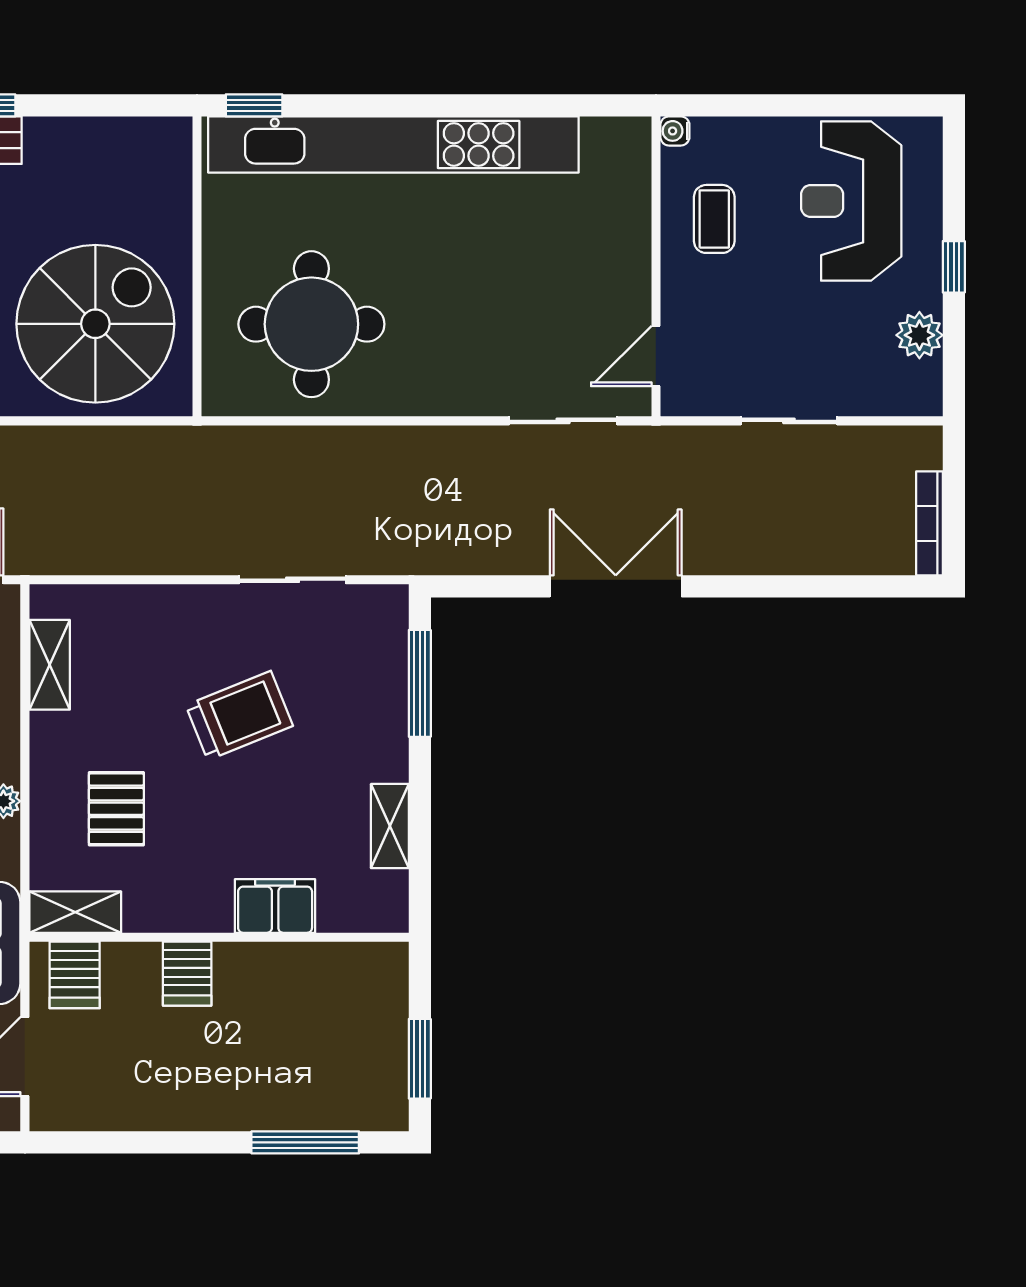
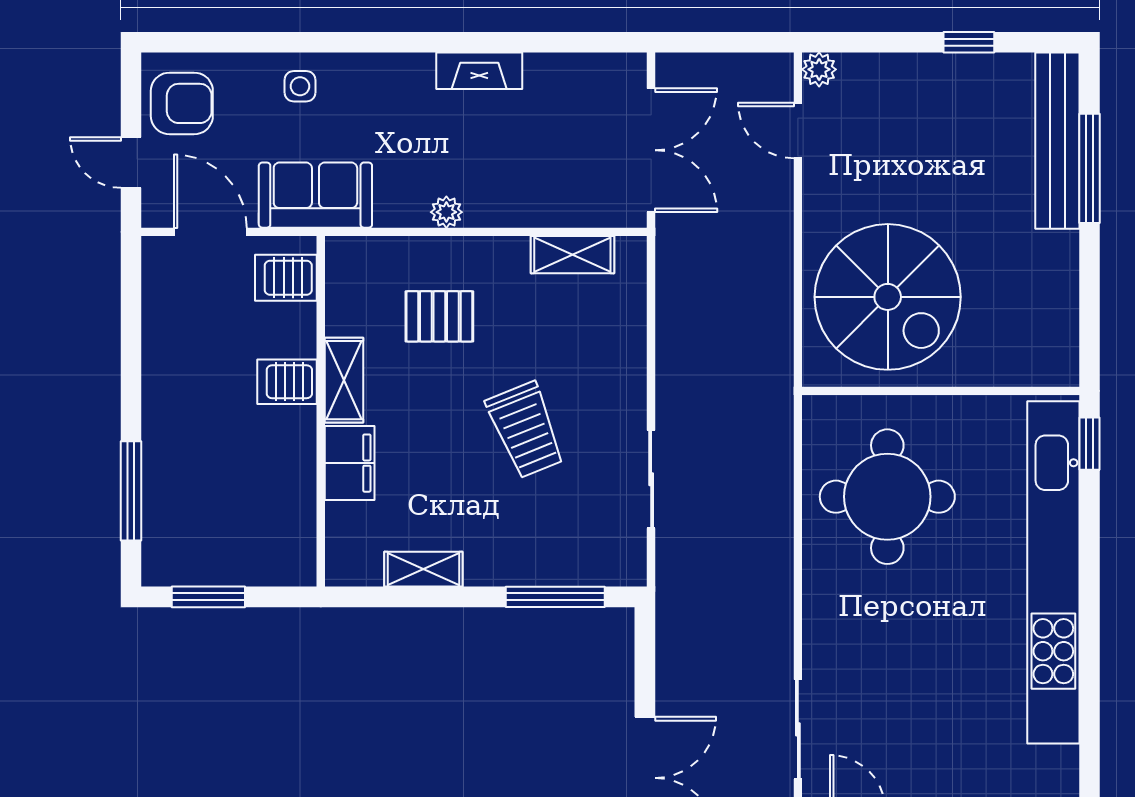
shelving: (75, 912) -> (344, 380), moved

